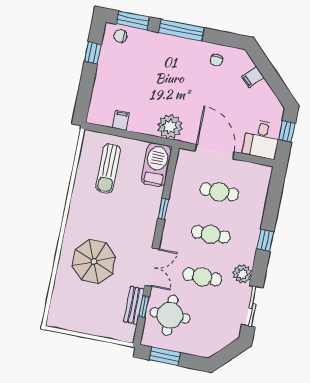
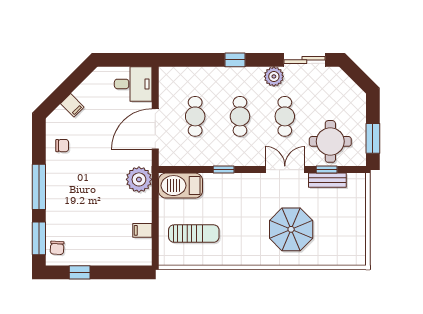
window: (287, 131) -> (120, 60), removed

